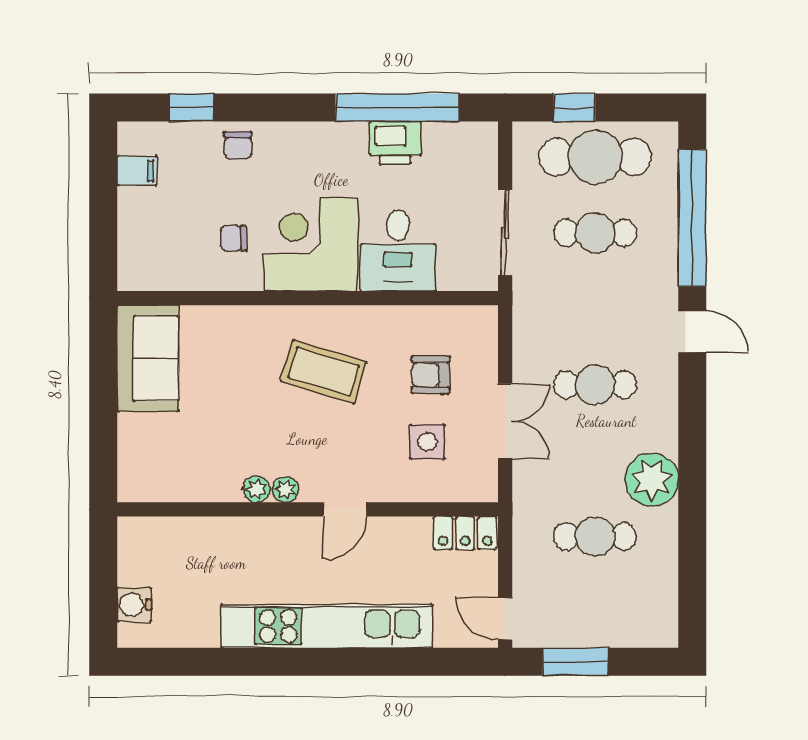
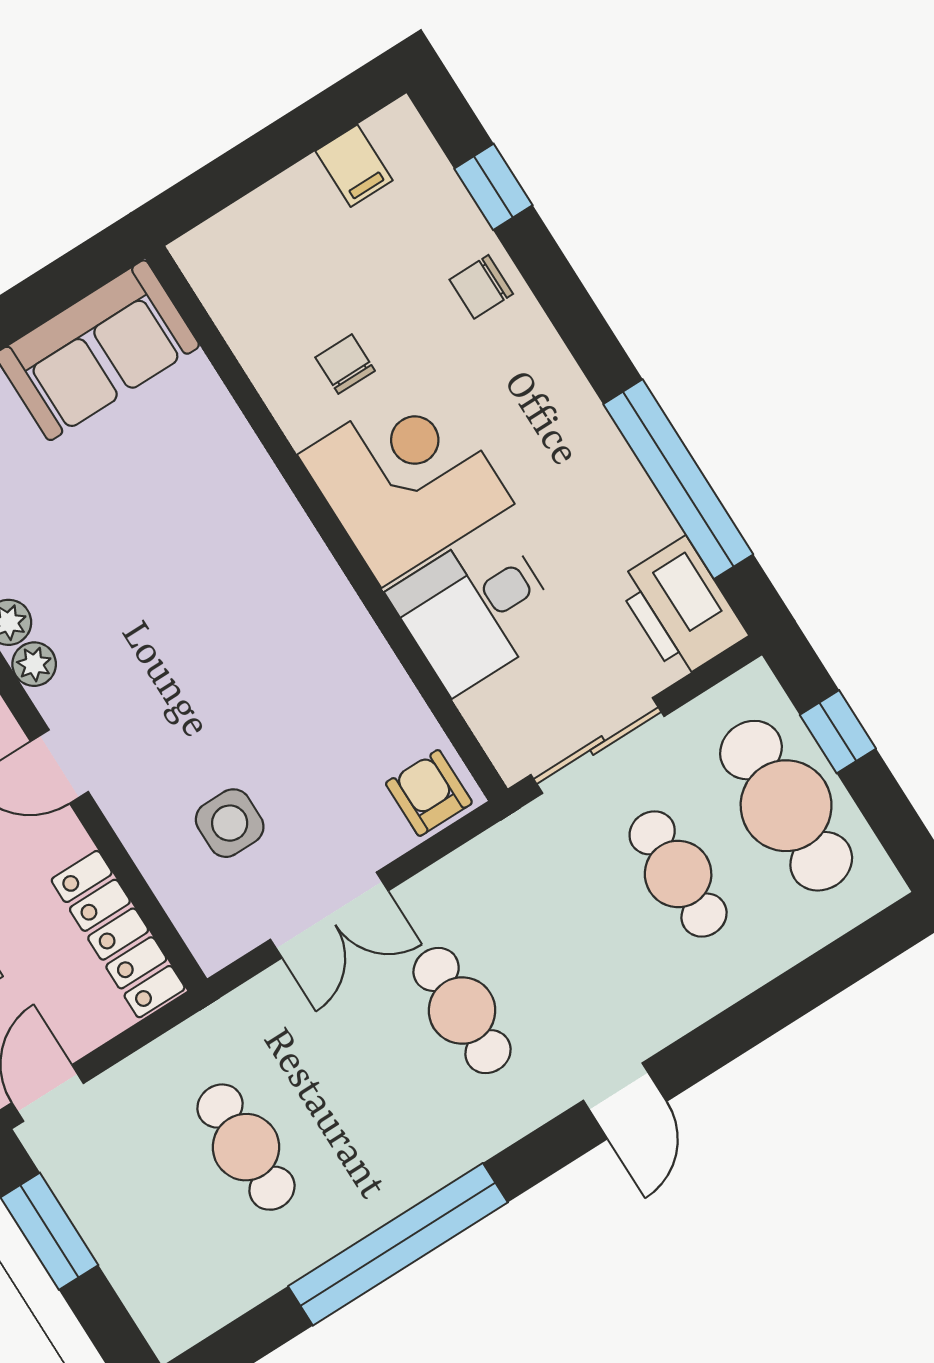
printer: (395, 143) -> (682, 608), moved, width x1.37, depth x1.19
window: (692, 218) -> (398, 1244), moved
coffee table: (323, 372) -> (236, 612), removed
armchair: (431, 375) -> (429, 793), moved
plant: (652, 479) -> (378, 1176), removed
locker: (465, 533) -> (118, 934), width x1.53

